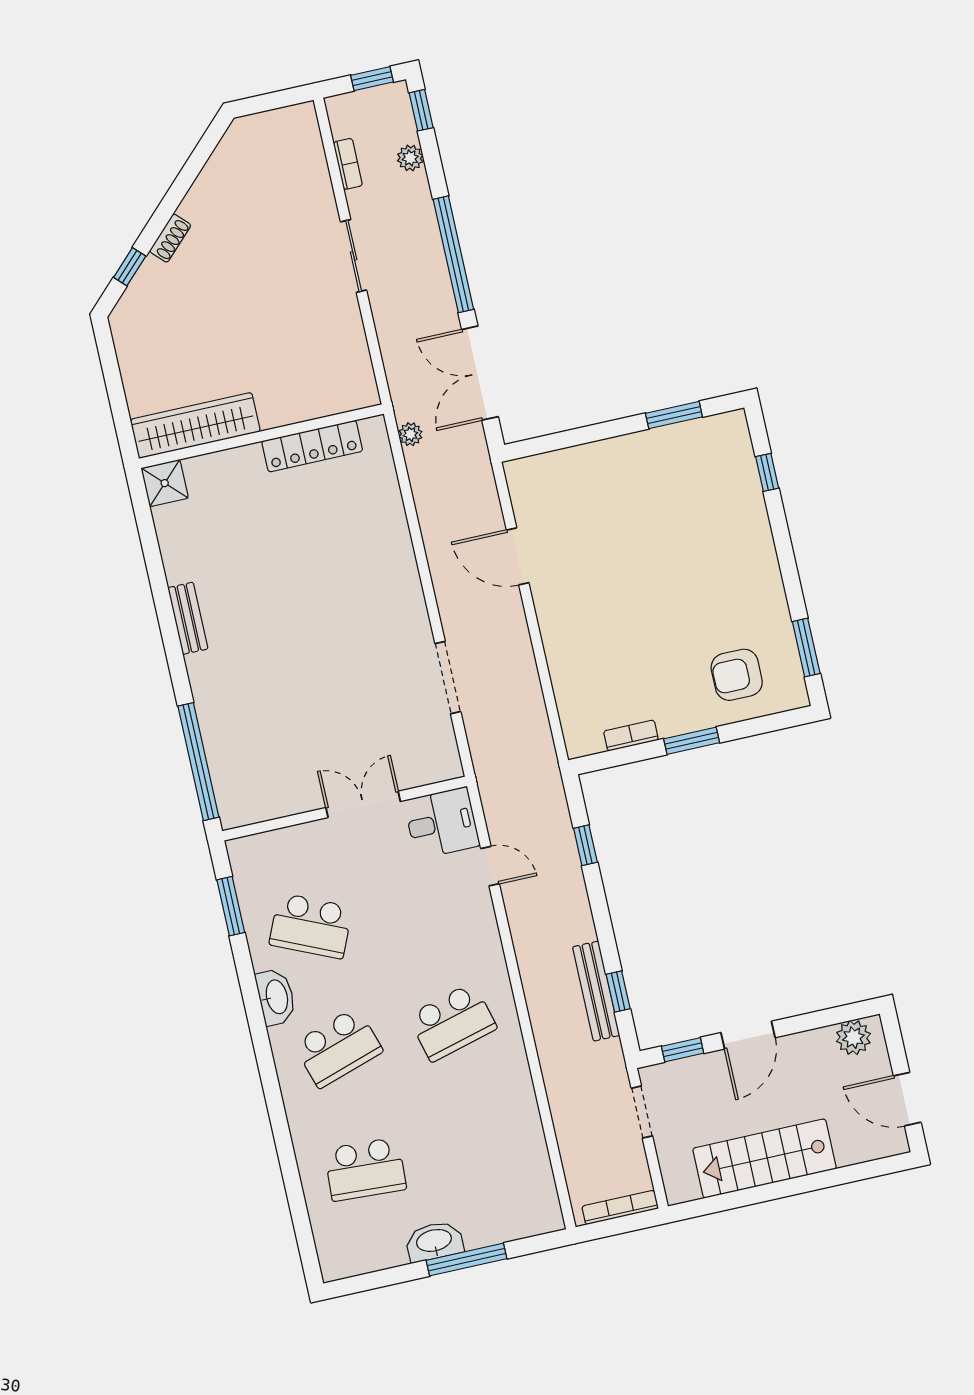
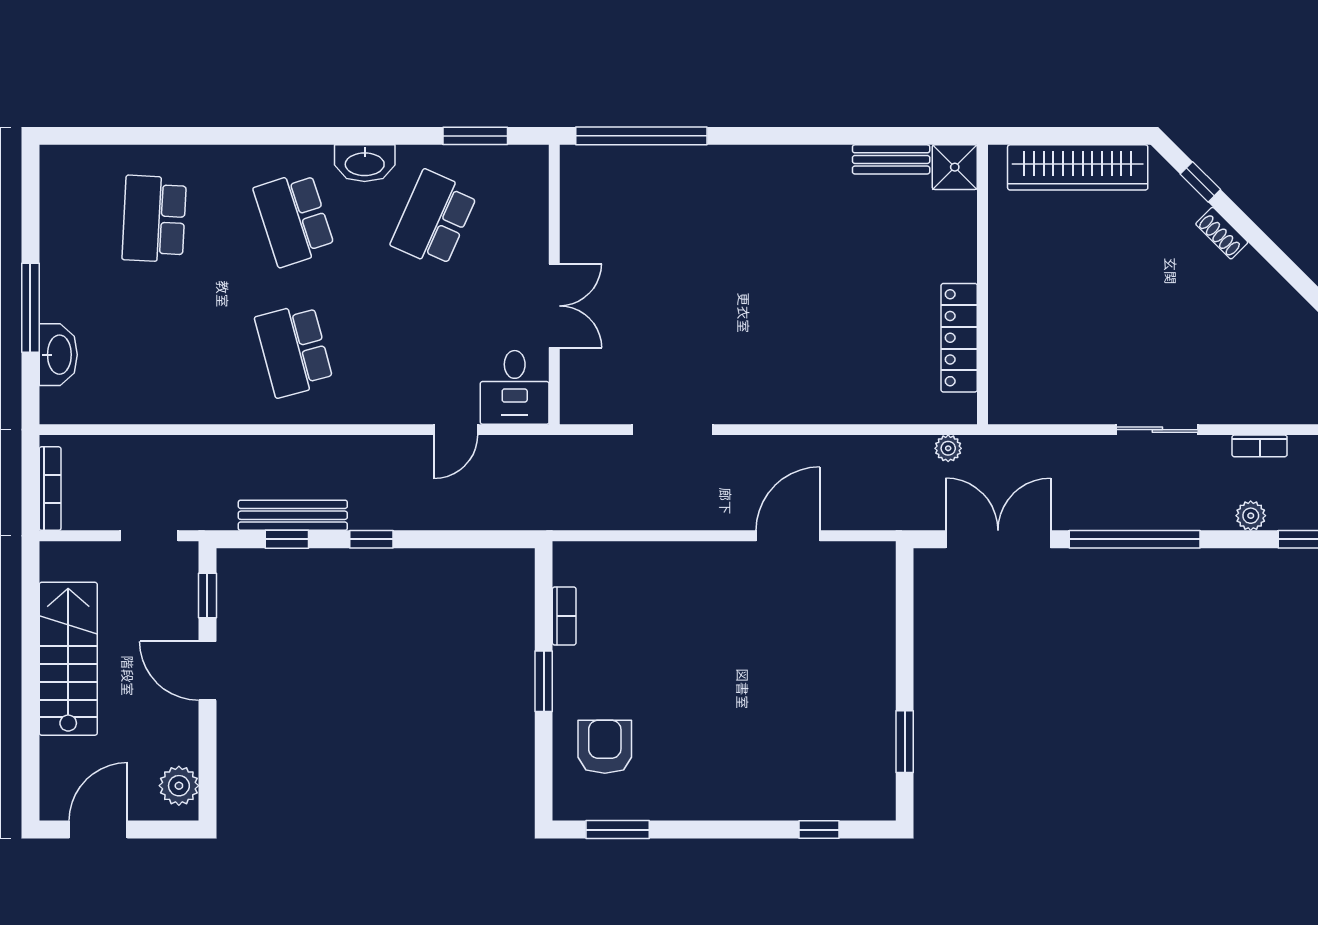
wardrobe: (195, 425) -> (1078, 167), moved, turned 90
bench: (188, 618) -> (891, 159), moved
window: (585, 845) -> (371, 539), moved
washbasin: (434, 1241) -> (58, 355), moved

